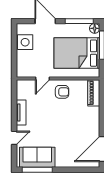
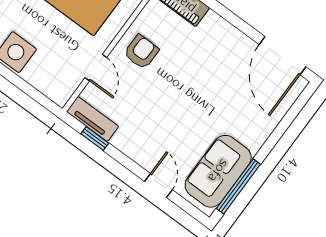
window: (14, 99) -> (95, 138), added
tv unit: (21, 112) -> (93, 119), moved

